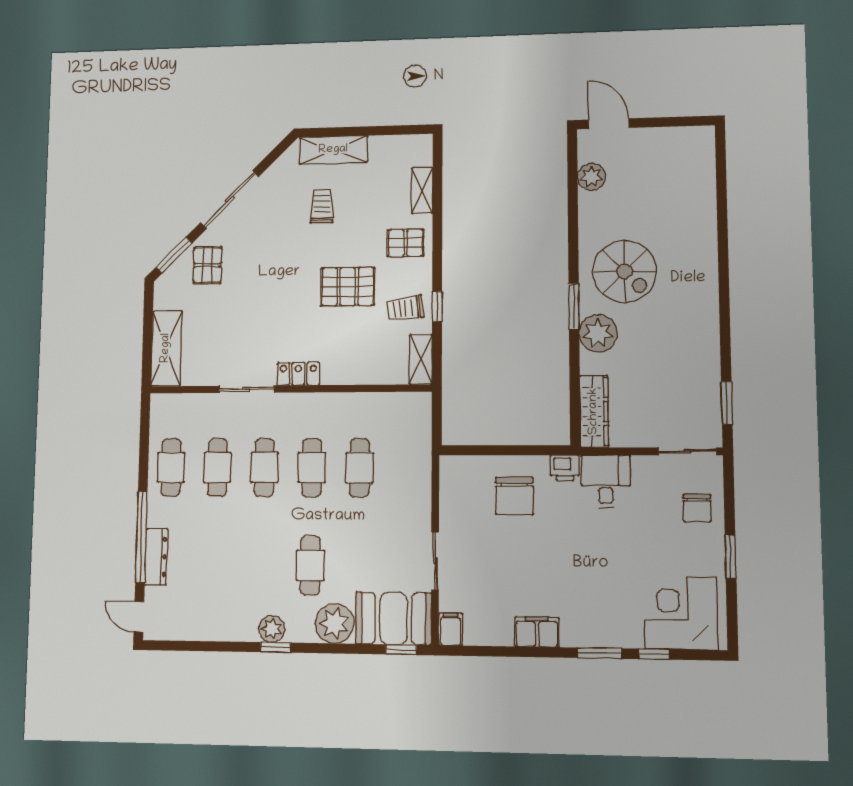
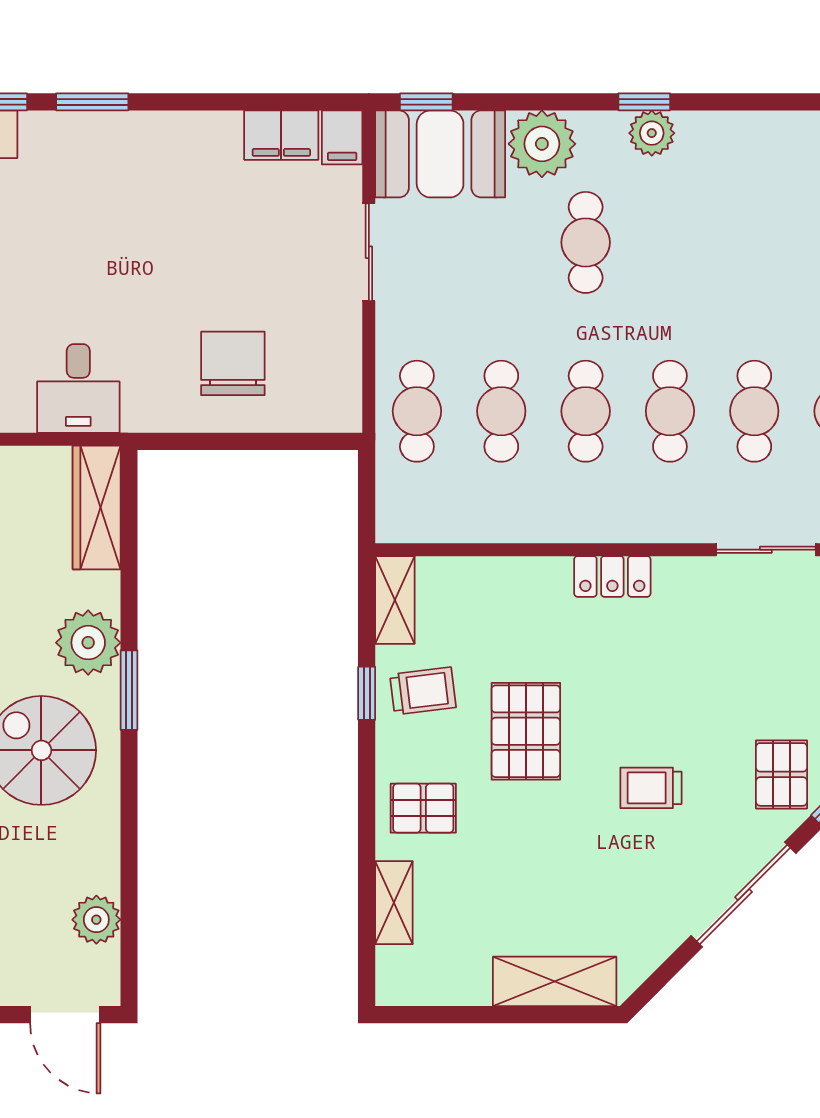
trolley: (322, 206) -> (651, 788), moved, turned 90
pallet: (348, 287) -> (526, 731), turned 90
sliding door: (247, 389) -> (766, 550), moved
cafe table: (408, 468) -> (417, 411), added
printer: (565, 468) -> (147, 411), removed
filing cabinet: (537, 632) -> (281, 135), moved

